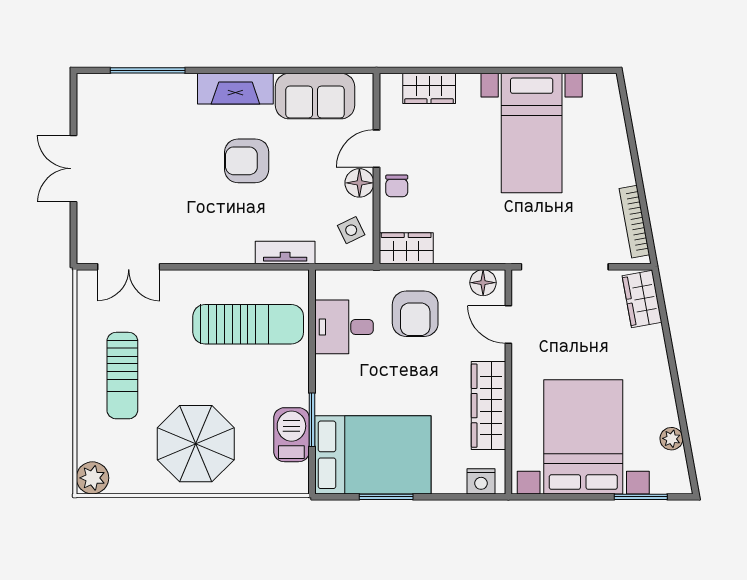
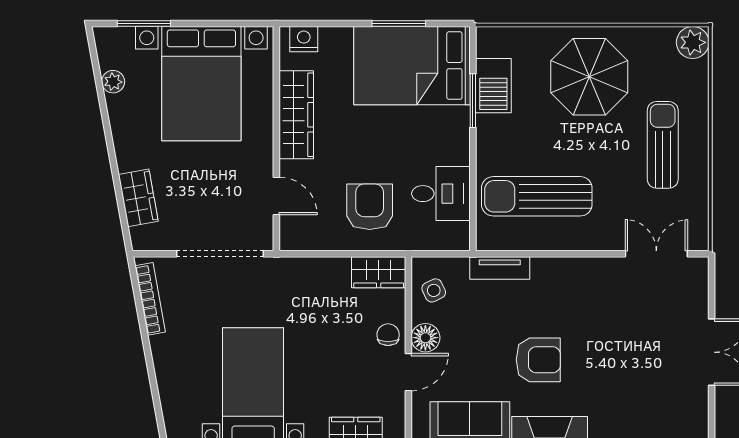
floor lamp: (483, 283) -> (302, 238), removed
wardrobe: (642, 299) -> (138, 198), moved

